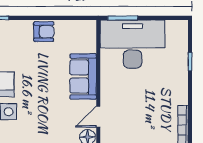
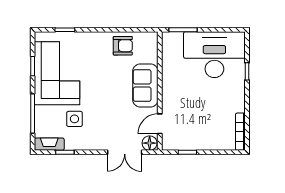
armchair: (44, 32) -> (123, 46), moved
desk: (133, 44) -> (214, 55), moved

